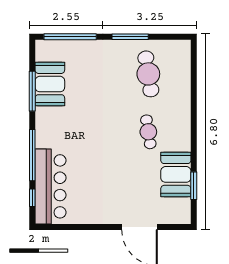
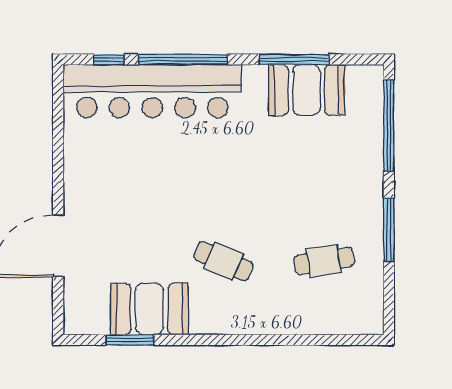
cafe table: (148, 74) -> (324, 261), width x0.73, depth x0.74
cafe table: (148, 132) -> (224, 261), turned 33
bar counter: (51, 186) -> (152, 91), width x1.36

